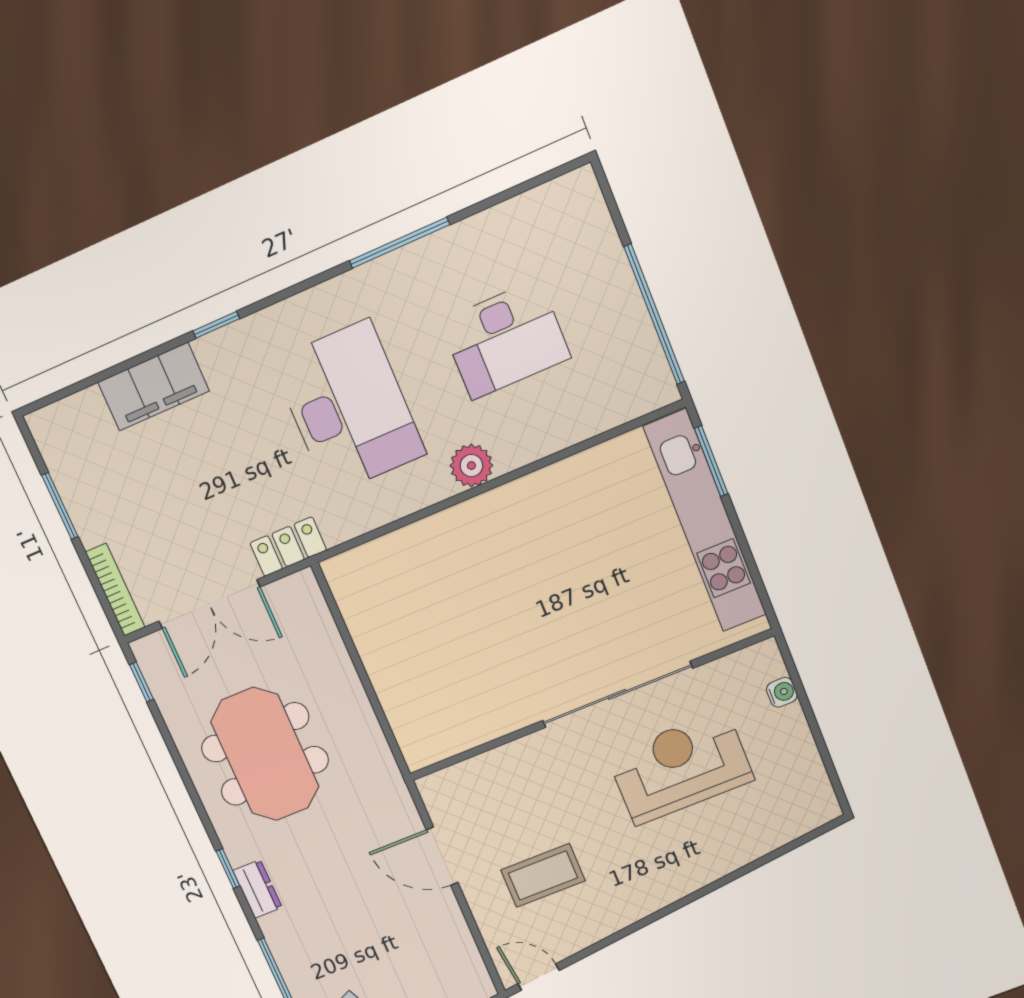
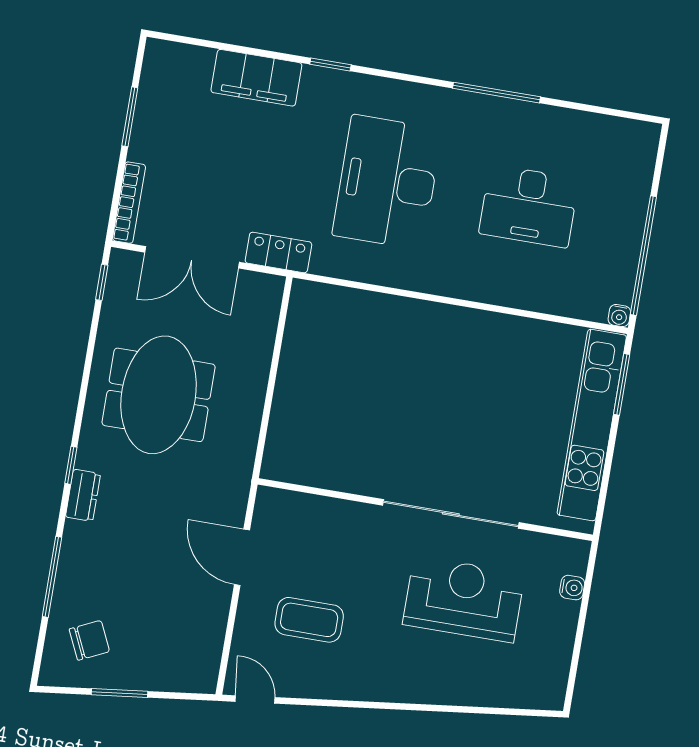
water cooler: (667, 393) -> (619, 316), added
desk: (349, 408) -> (387, 182), turned 180
plant: (471, 466) -> (449, 279), removed

